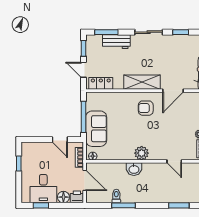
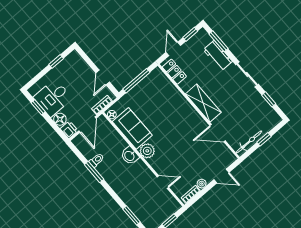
armchair: (146, 108) -> (186, 124), removed
sofa: (96, 129) -> (132, 128), moved, turned -90
door: (174, 161) -> (163, 182), swing flipped

